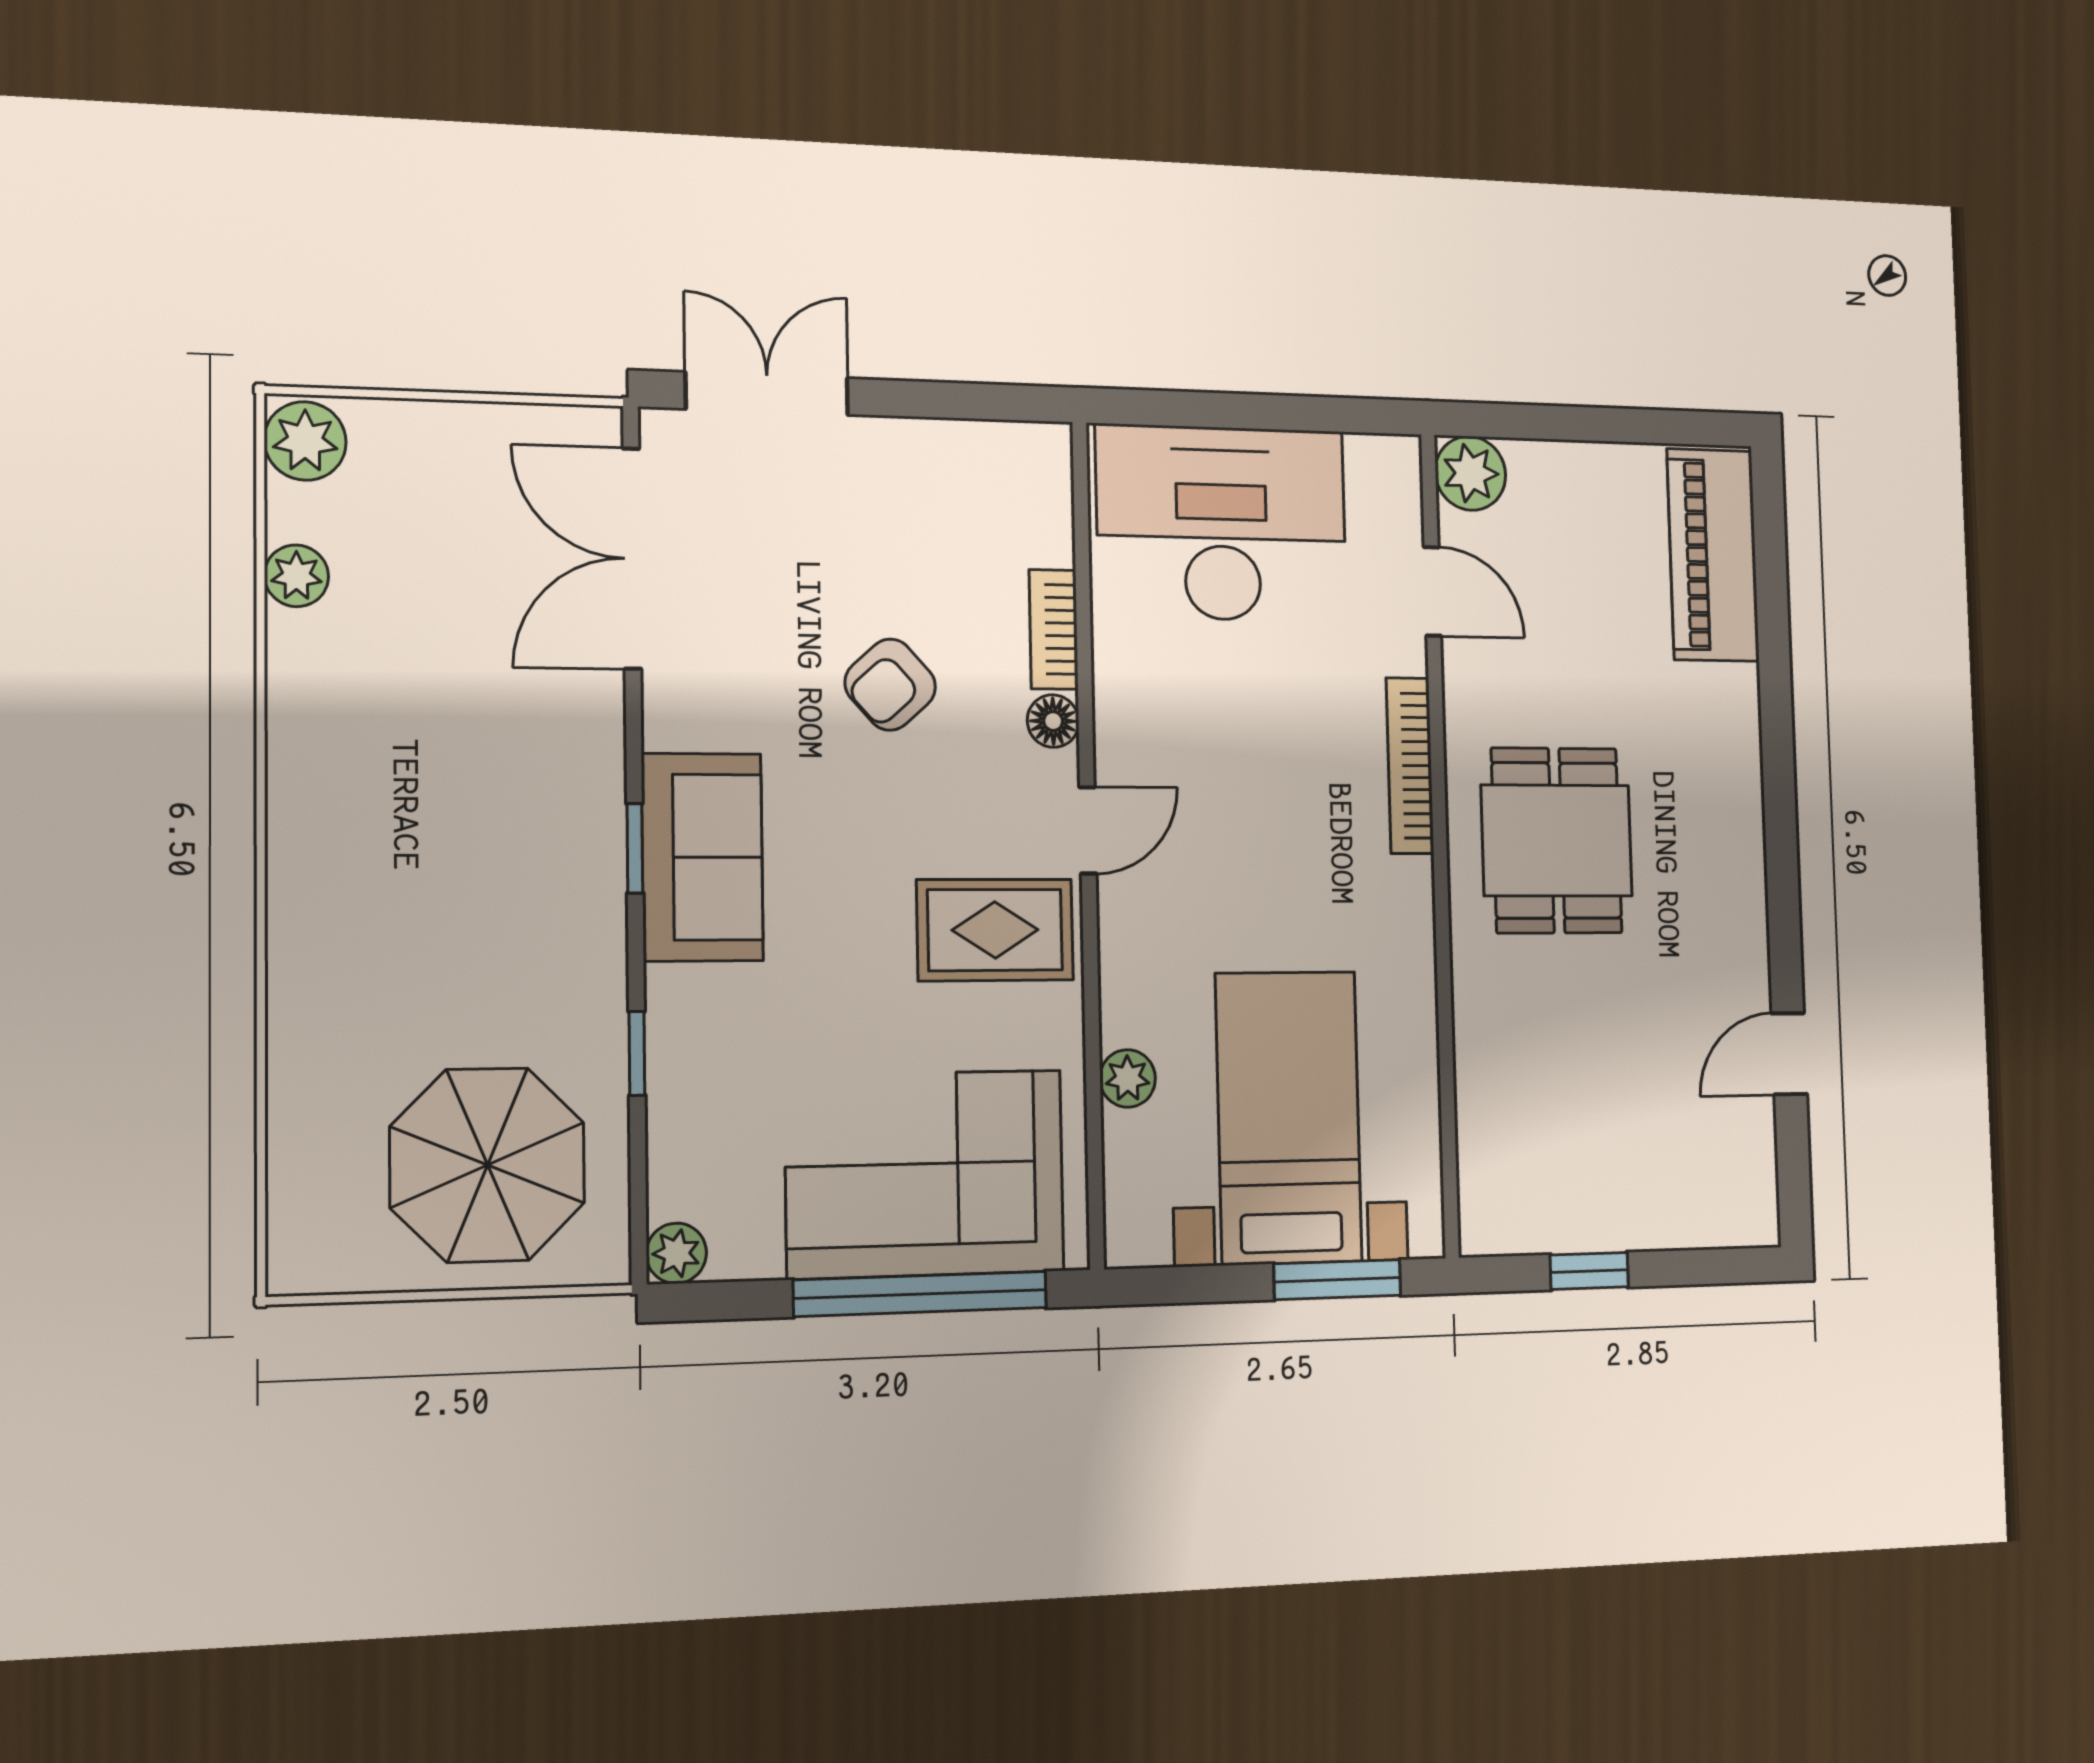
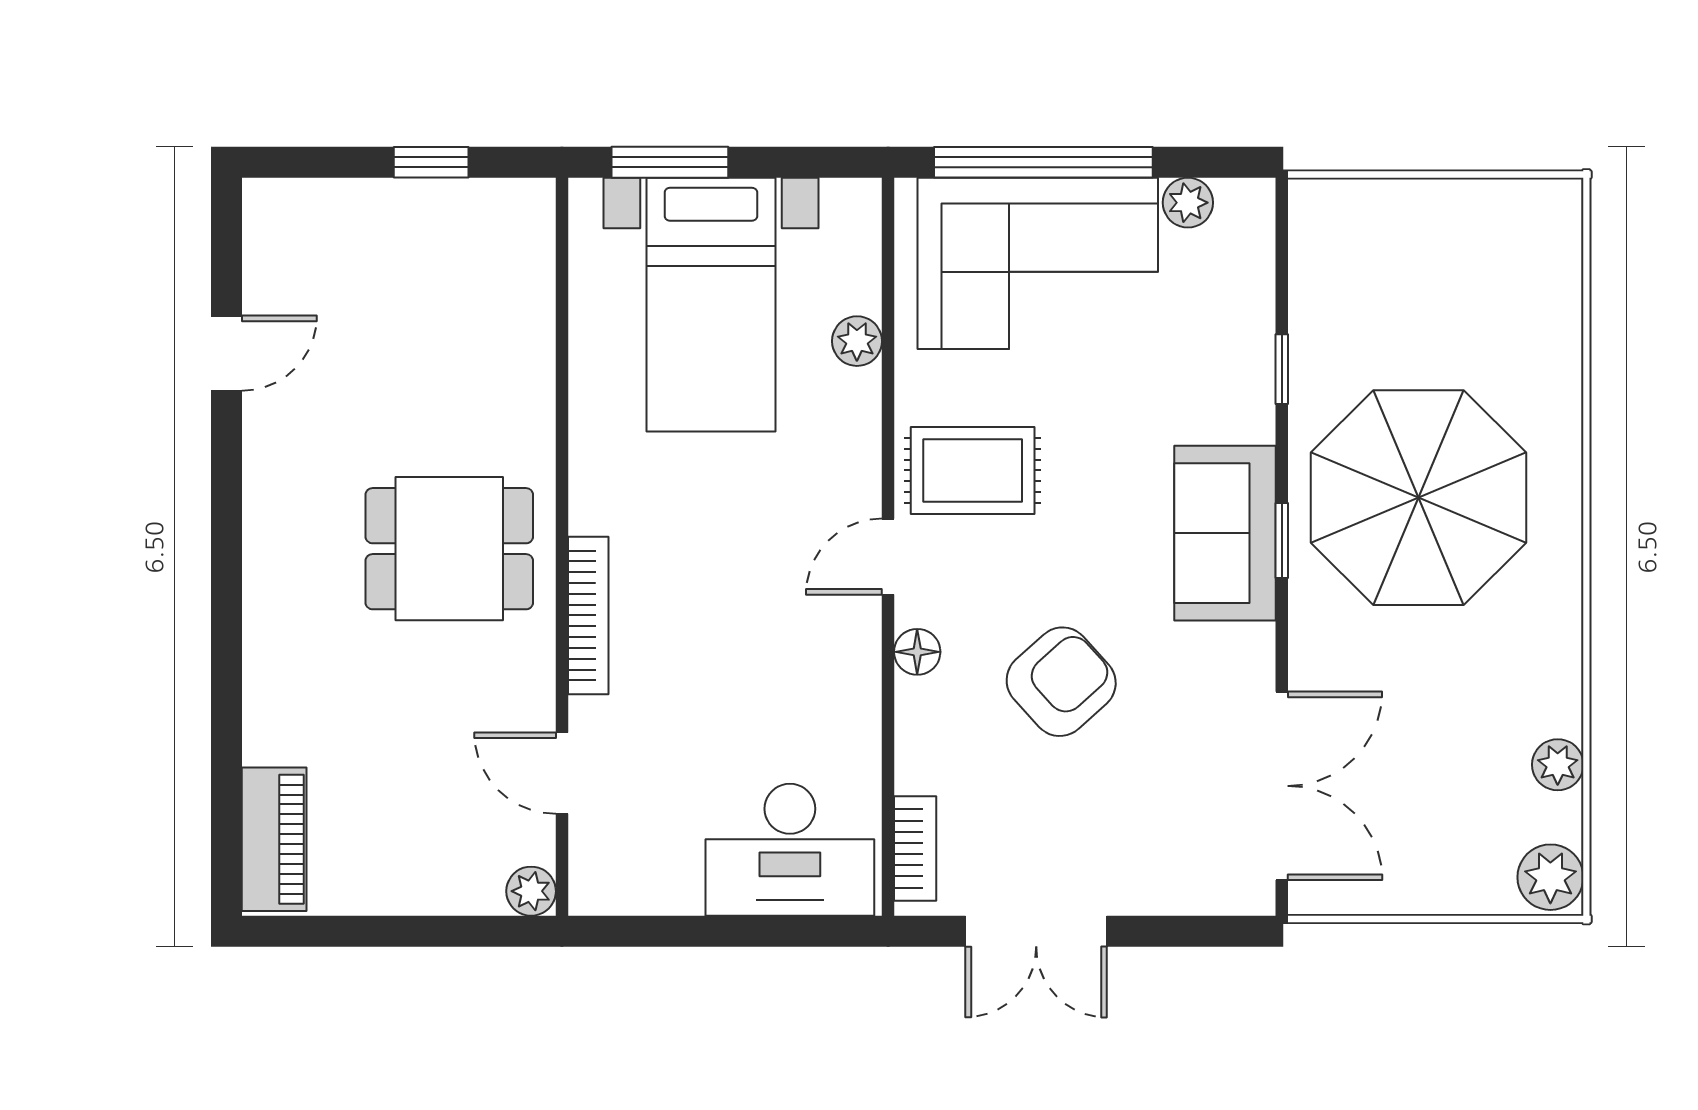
double door: (767, 393) -> (1036, 931), moved
plant: (1470, 473) -> (531, 891), width x0.73, depth x0.73
desk: (1222, 523) -> (790, 850), width x0.73, depth x0.77
piano: (1713, 555) -> (274, 839), width x0.73, depth x0.75
bookcase: (1054, 629) -> (915, 849), moved
armchair: (890, 685) -> (1061, 682), width x1.38, depth x1.38
dining table: (1557, 840) -> (449, 549), turned 90
parasol: (487, 1165) -> (1419, 498), moved, width x1.36, depth x1.36
plant: (676, 1253) -> (1188, 203), moved

